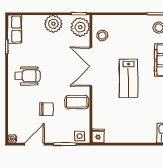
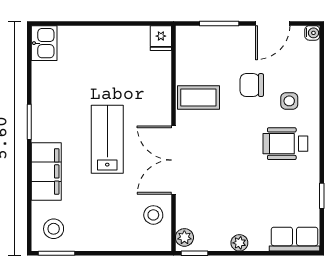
plant: (53, 24) -> (239, 243), width x0.53, depth x0.53
plant: (80, 27) -> (184, 237), width x0.53, depth x0.53
row of seats: (15, 29) -> (294, 239), moved, turned 90
double door: (91, 67) -> (173, 160), swing flipped
side table: (80, 136) -> (289, 101), moved

